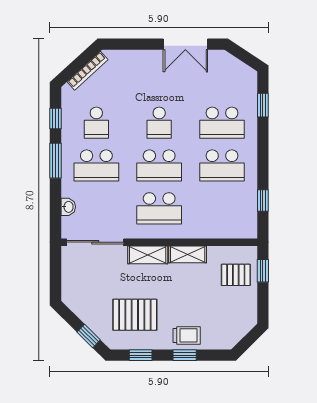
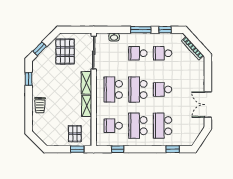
school desk: (96, 165) -> (138, 53), width x0.54
school desk: (222, 208) -> (113, 126), added
pallet: (135, 315) -> (65, 51), moved
window: (185, 355) -> (29, 104), removed

